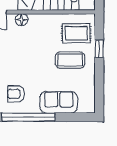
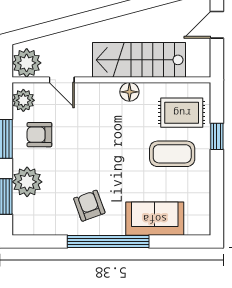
floor lamp: (22, 20) -> (129, 92), moved
armchair: (16, 94) -> (89, 206), turned 70

